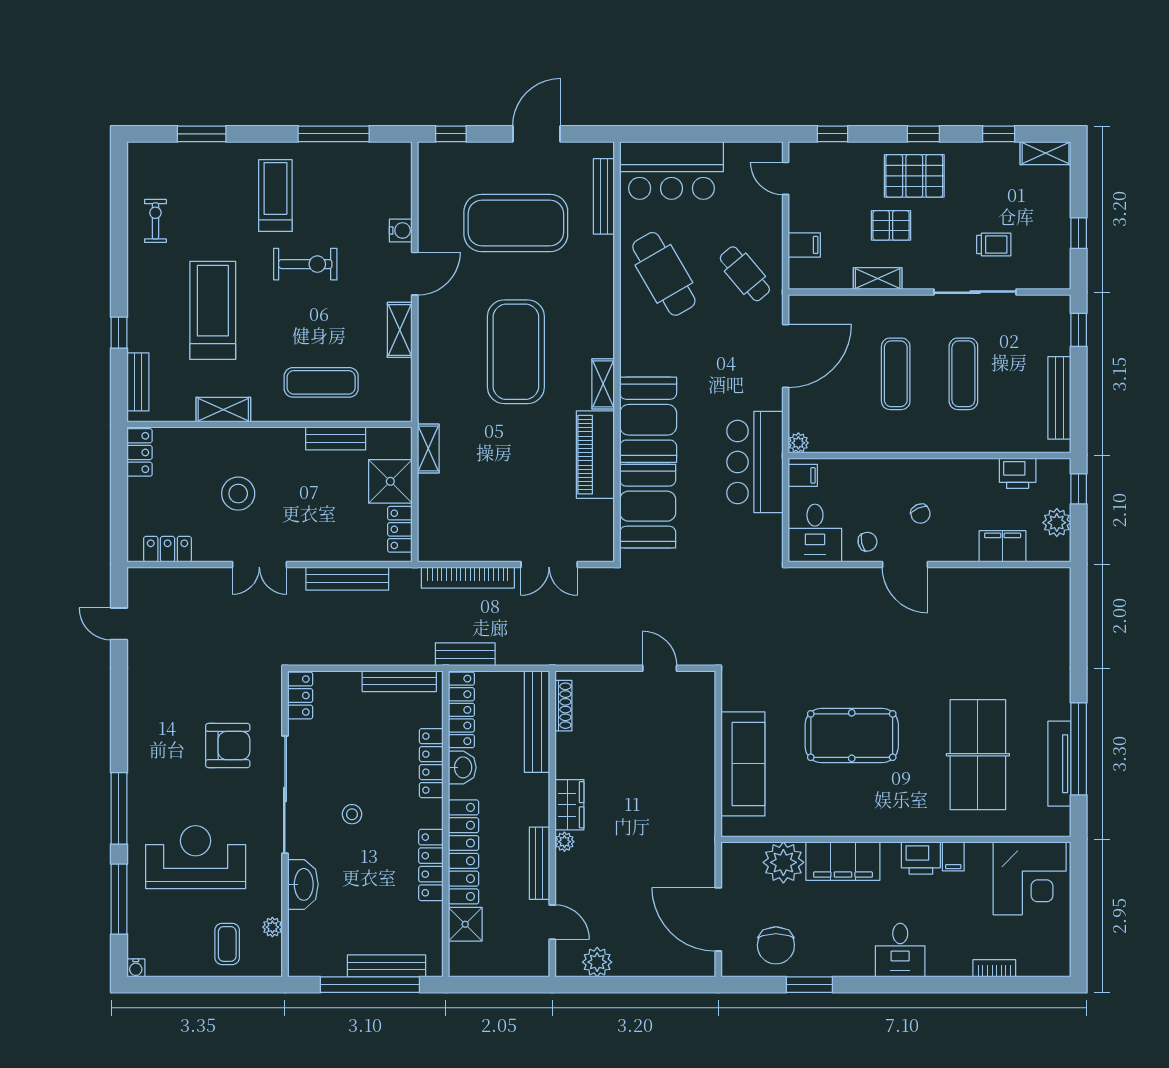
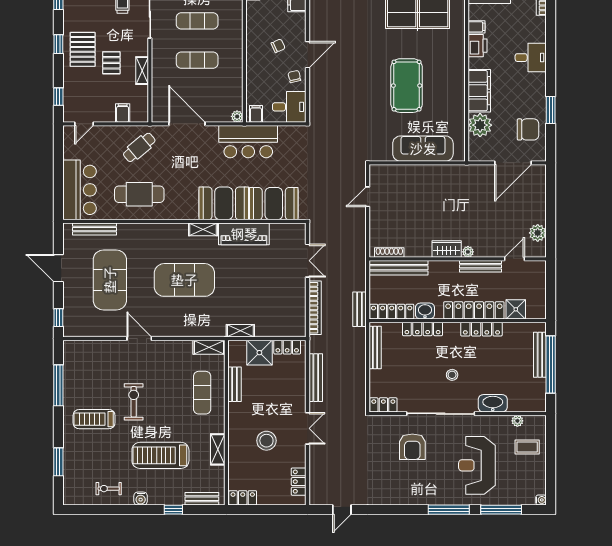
water cooler: (401, 230) -> (141, 499), moved, turned 180
cafe table: (664, 274) -> (139, 194), turned 30
shelving: (400, 330) -> (209, 347), moved
armchair: (228, 746) -> (412, 447), turned 180

